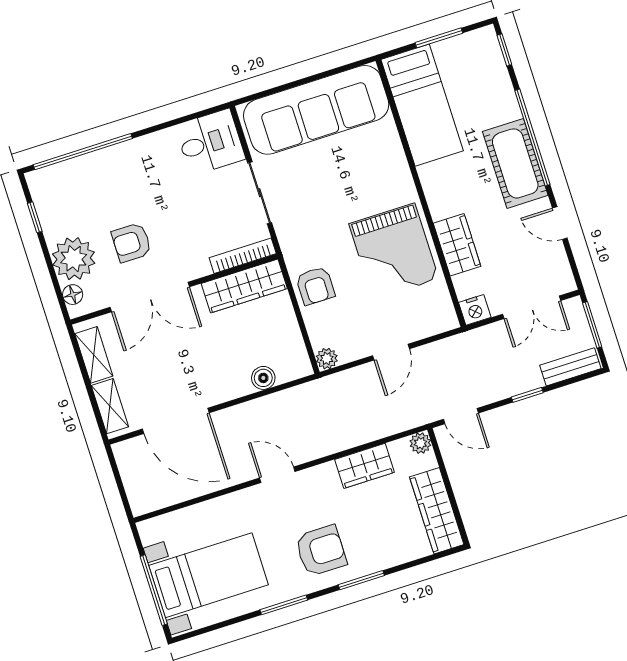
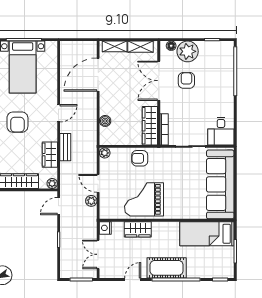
plant: (430, 355) -> (91, 201), added
bench: (570, 367) -> (65, 147), moved

